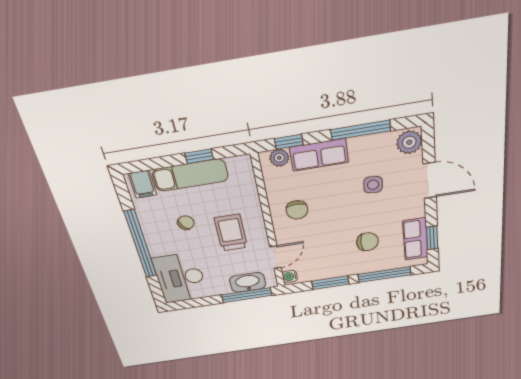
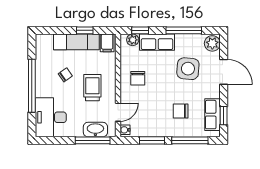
filing cabinet: (143, 184) -> (107, 43), moved
side table: (373, 185) -> (188, 69), width x1.87, depth x1.87
chair: (367, 242) -> (181, 111), turned 180

